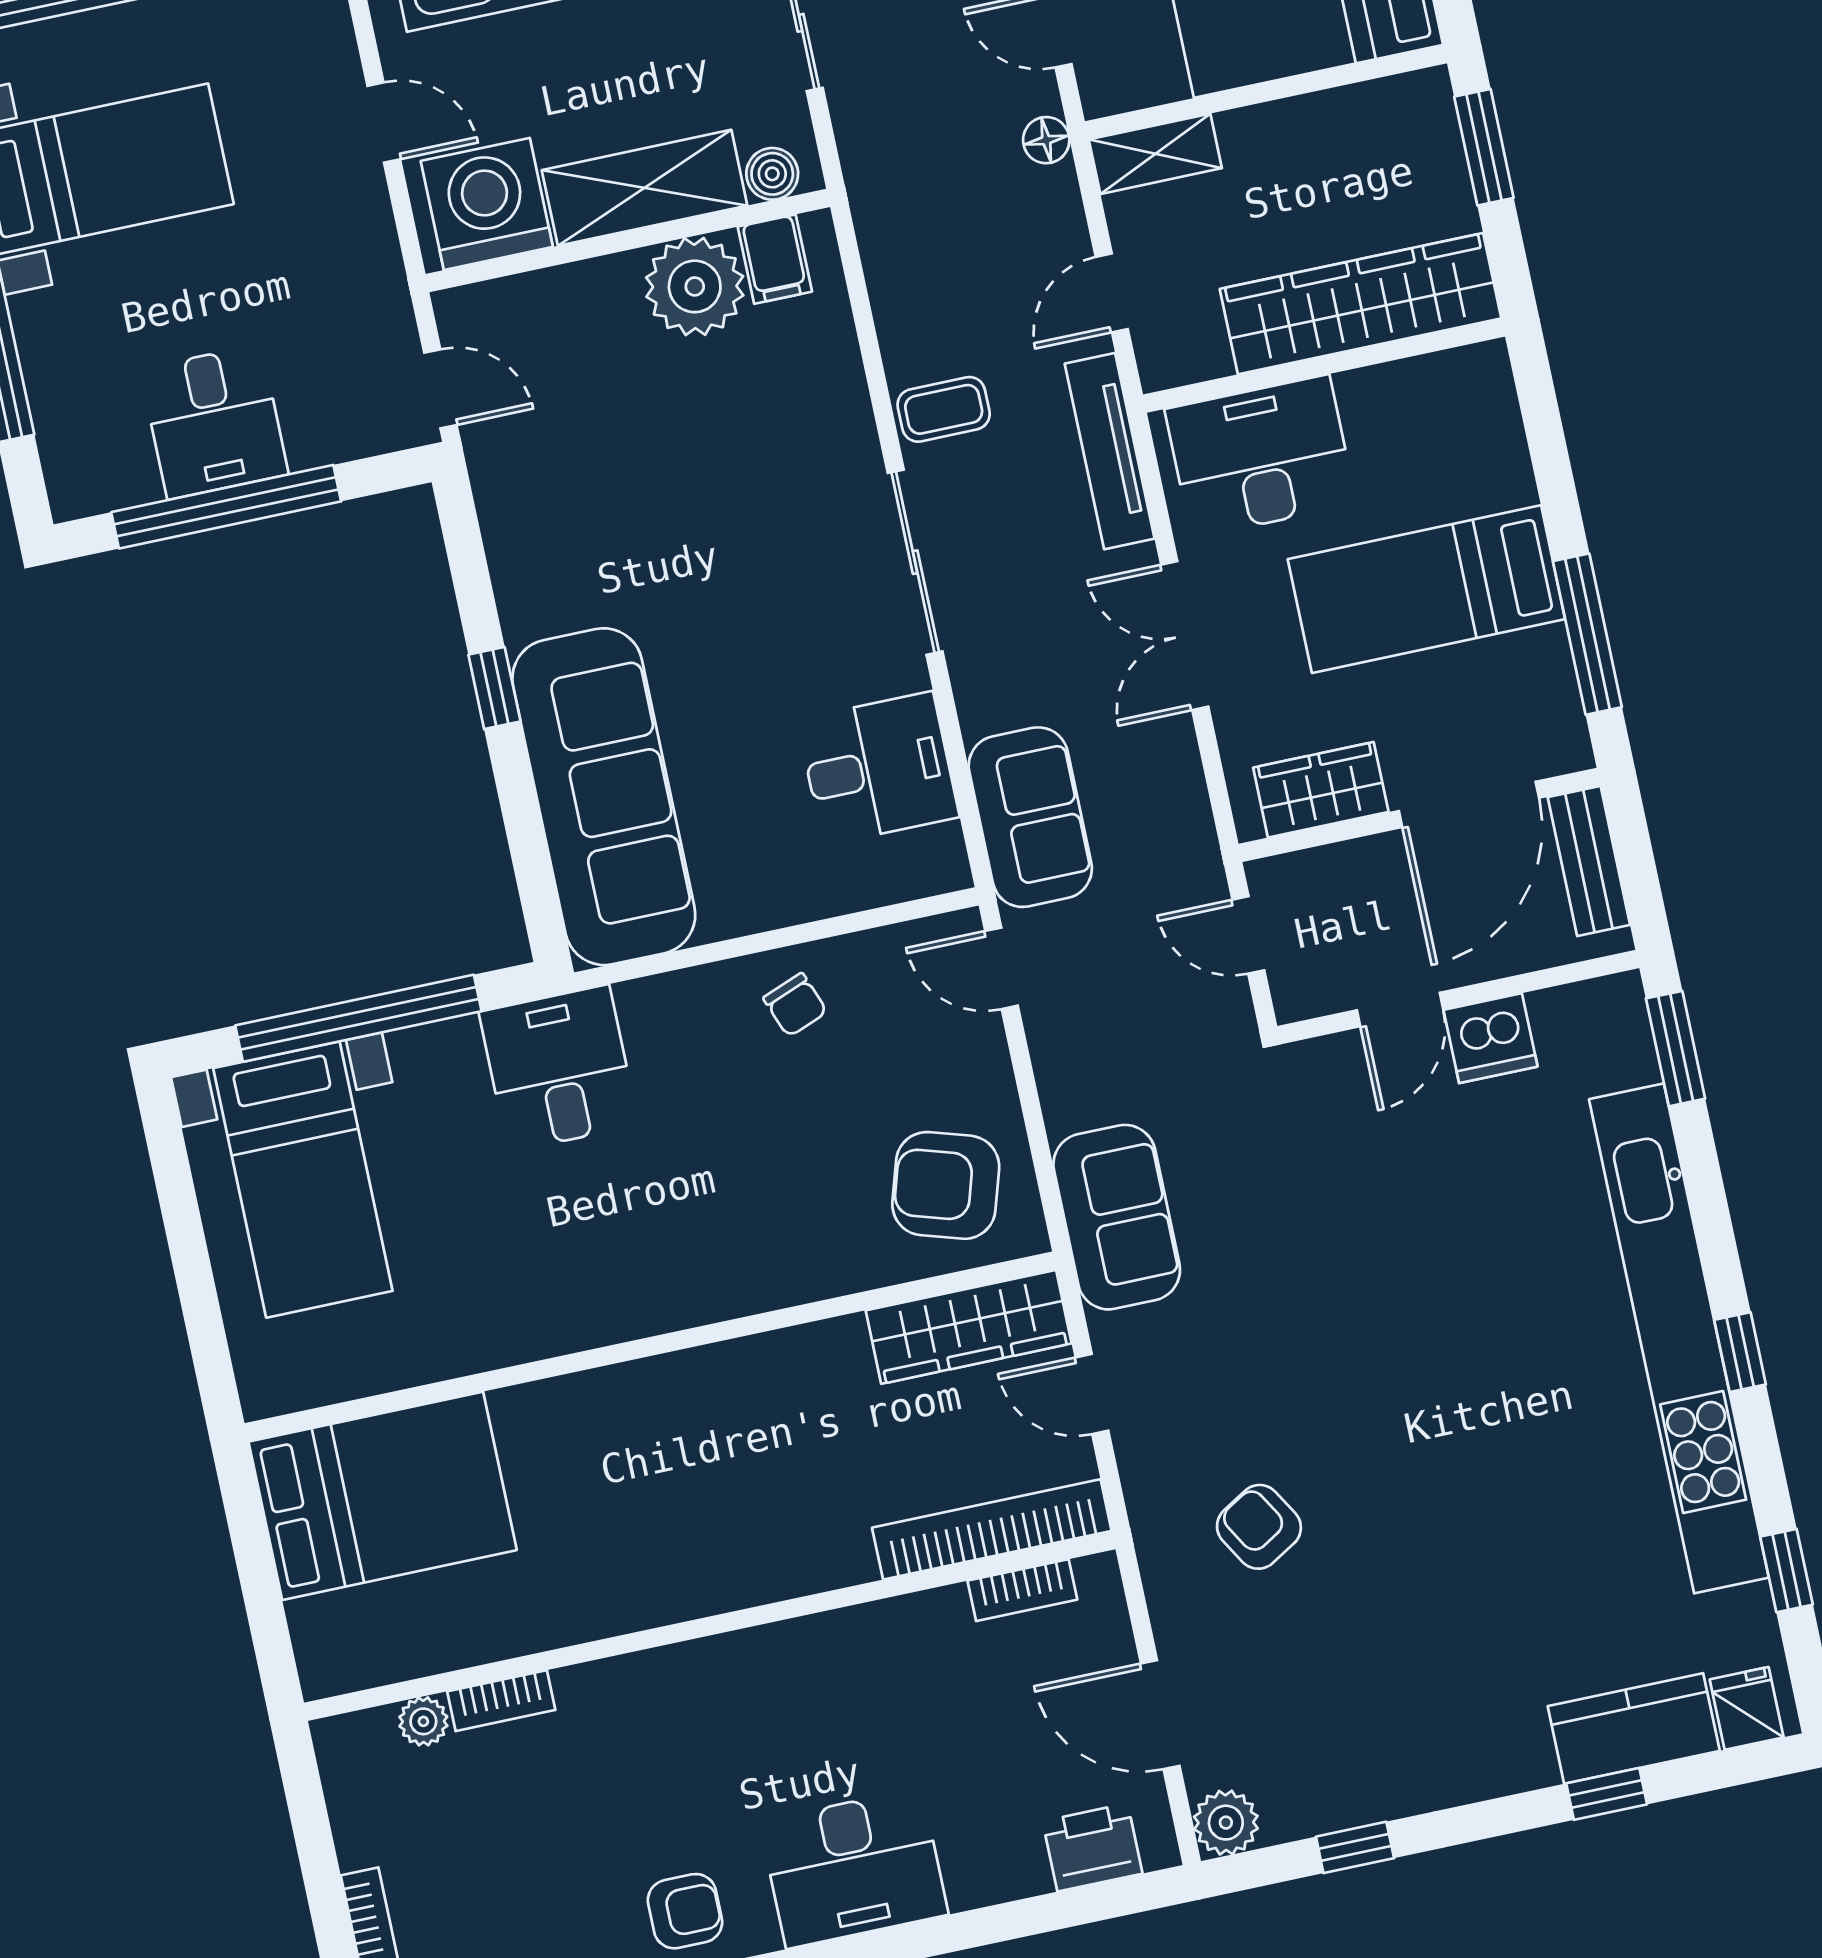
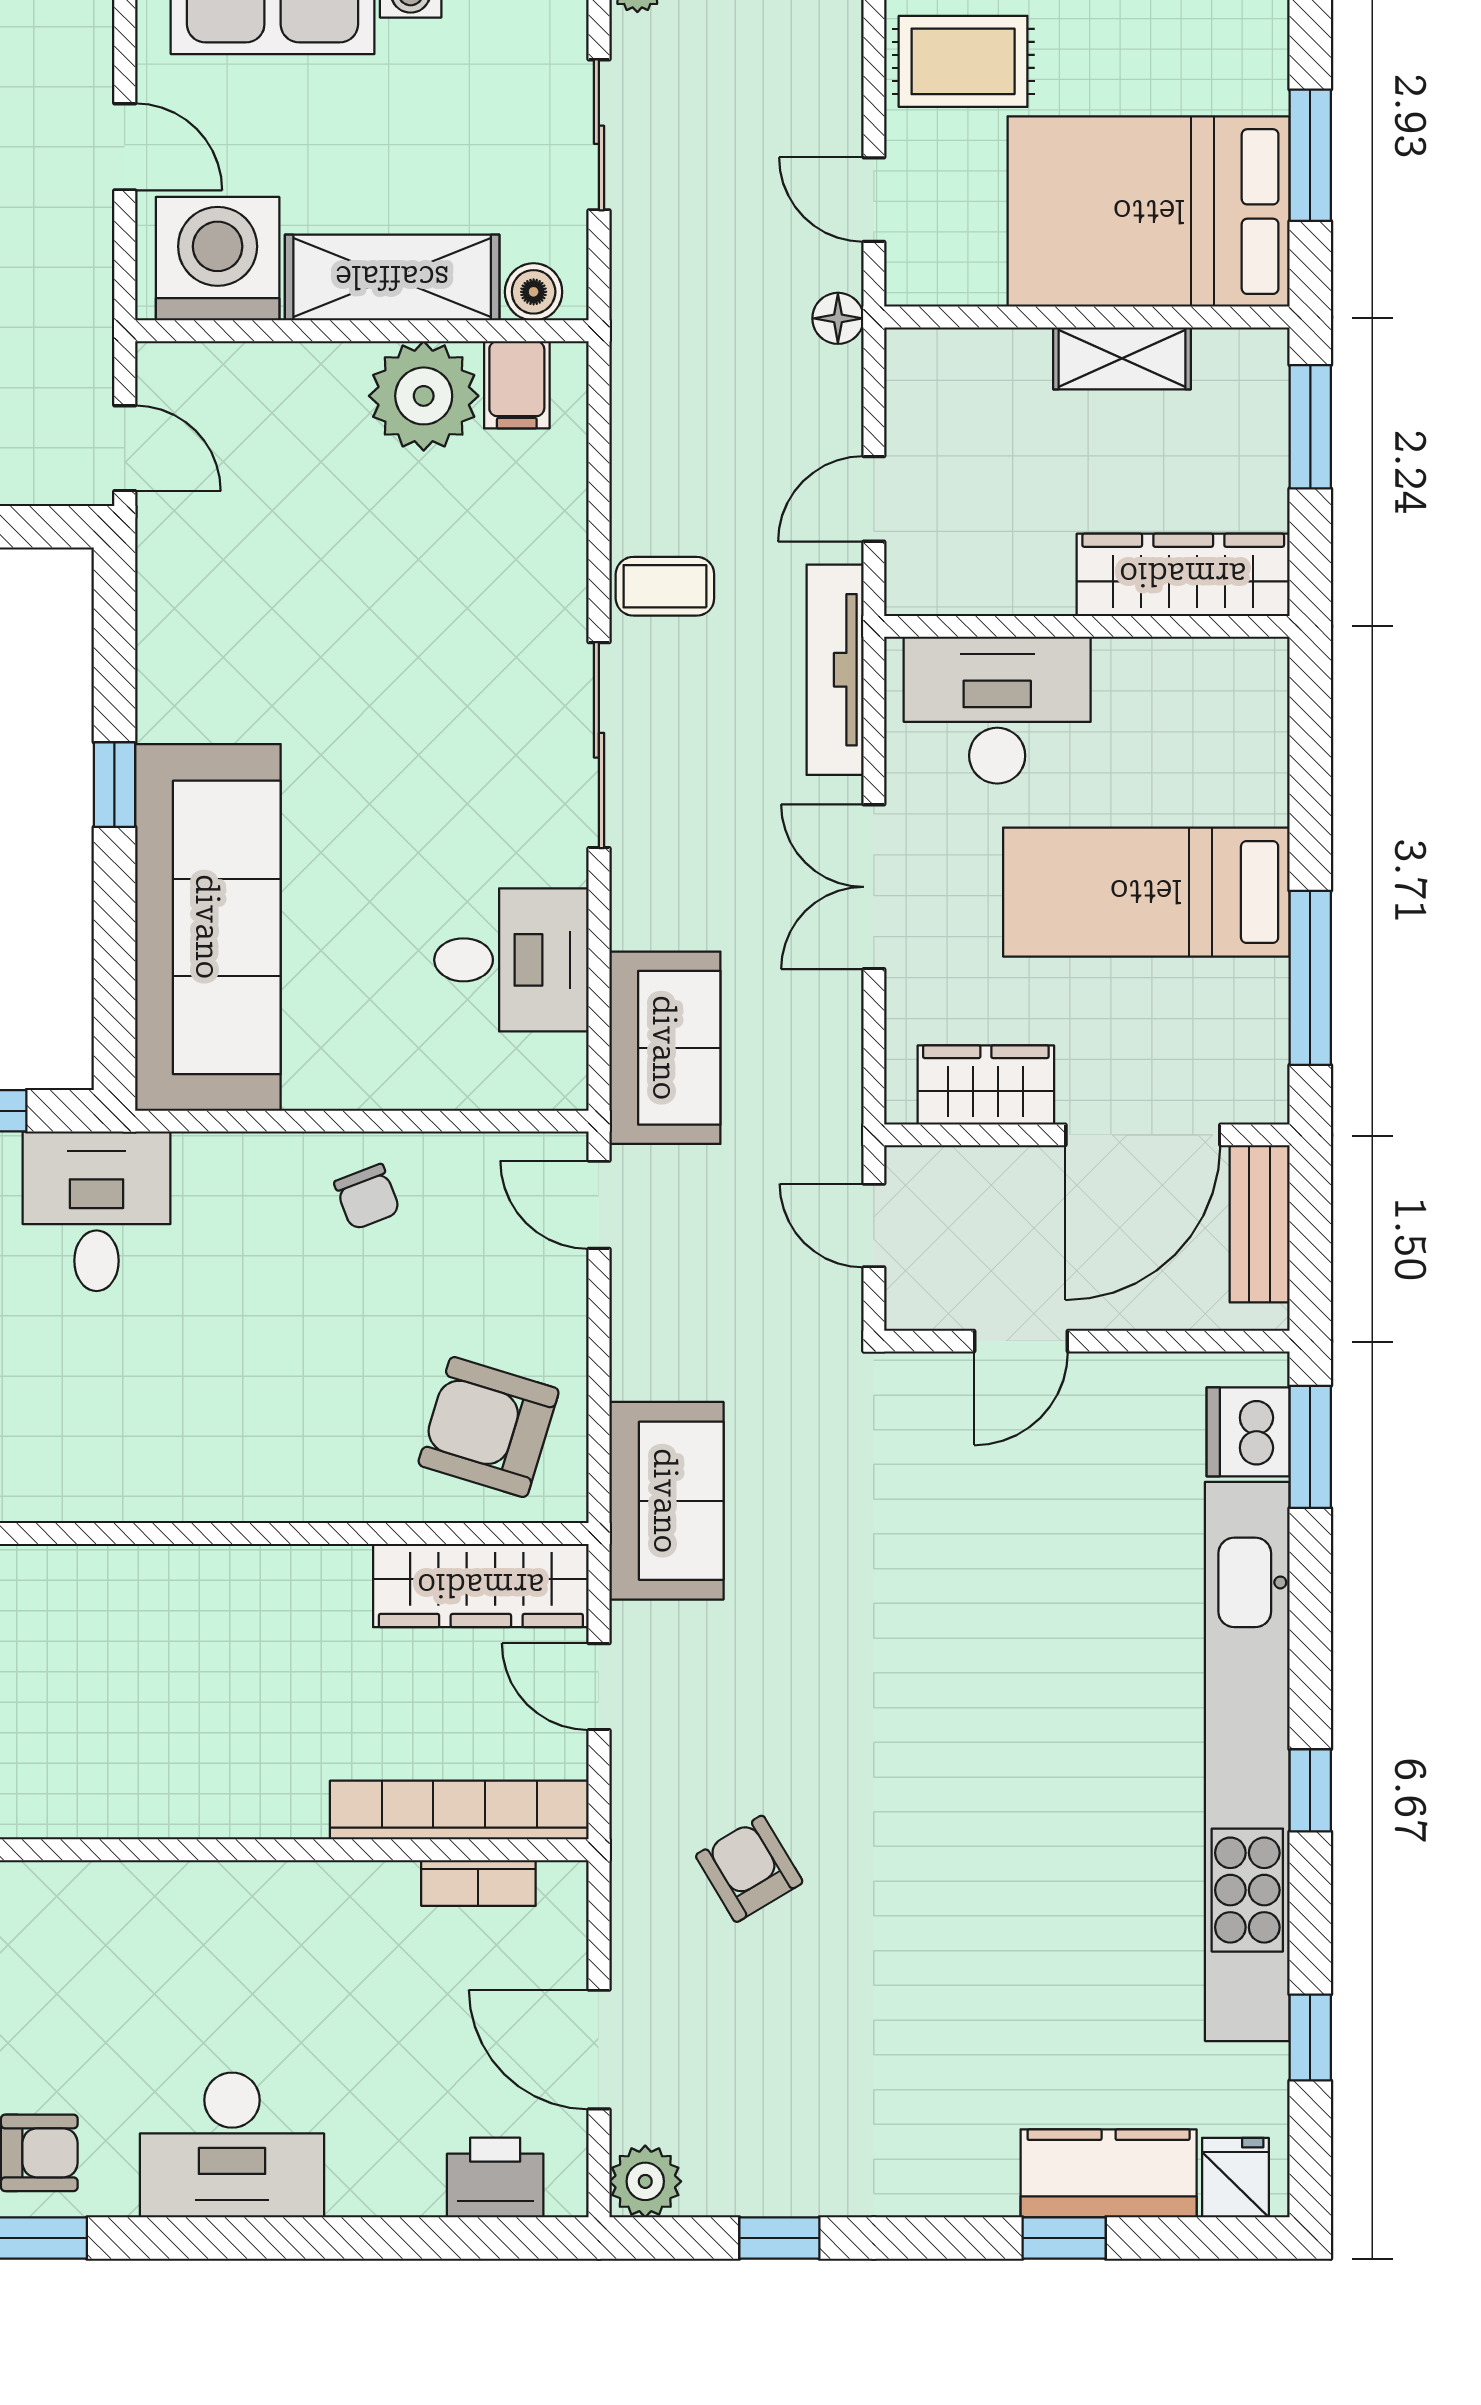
shelving: (1155, 154) -> (1122, 358), moved
wardrobe: (1360, 304) -> (1183, 575), width x0.71, depth x0.85
dishwasher: (1491, 1038) -> (1248, 1432), moved, turned 90

